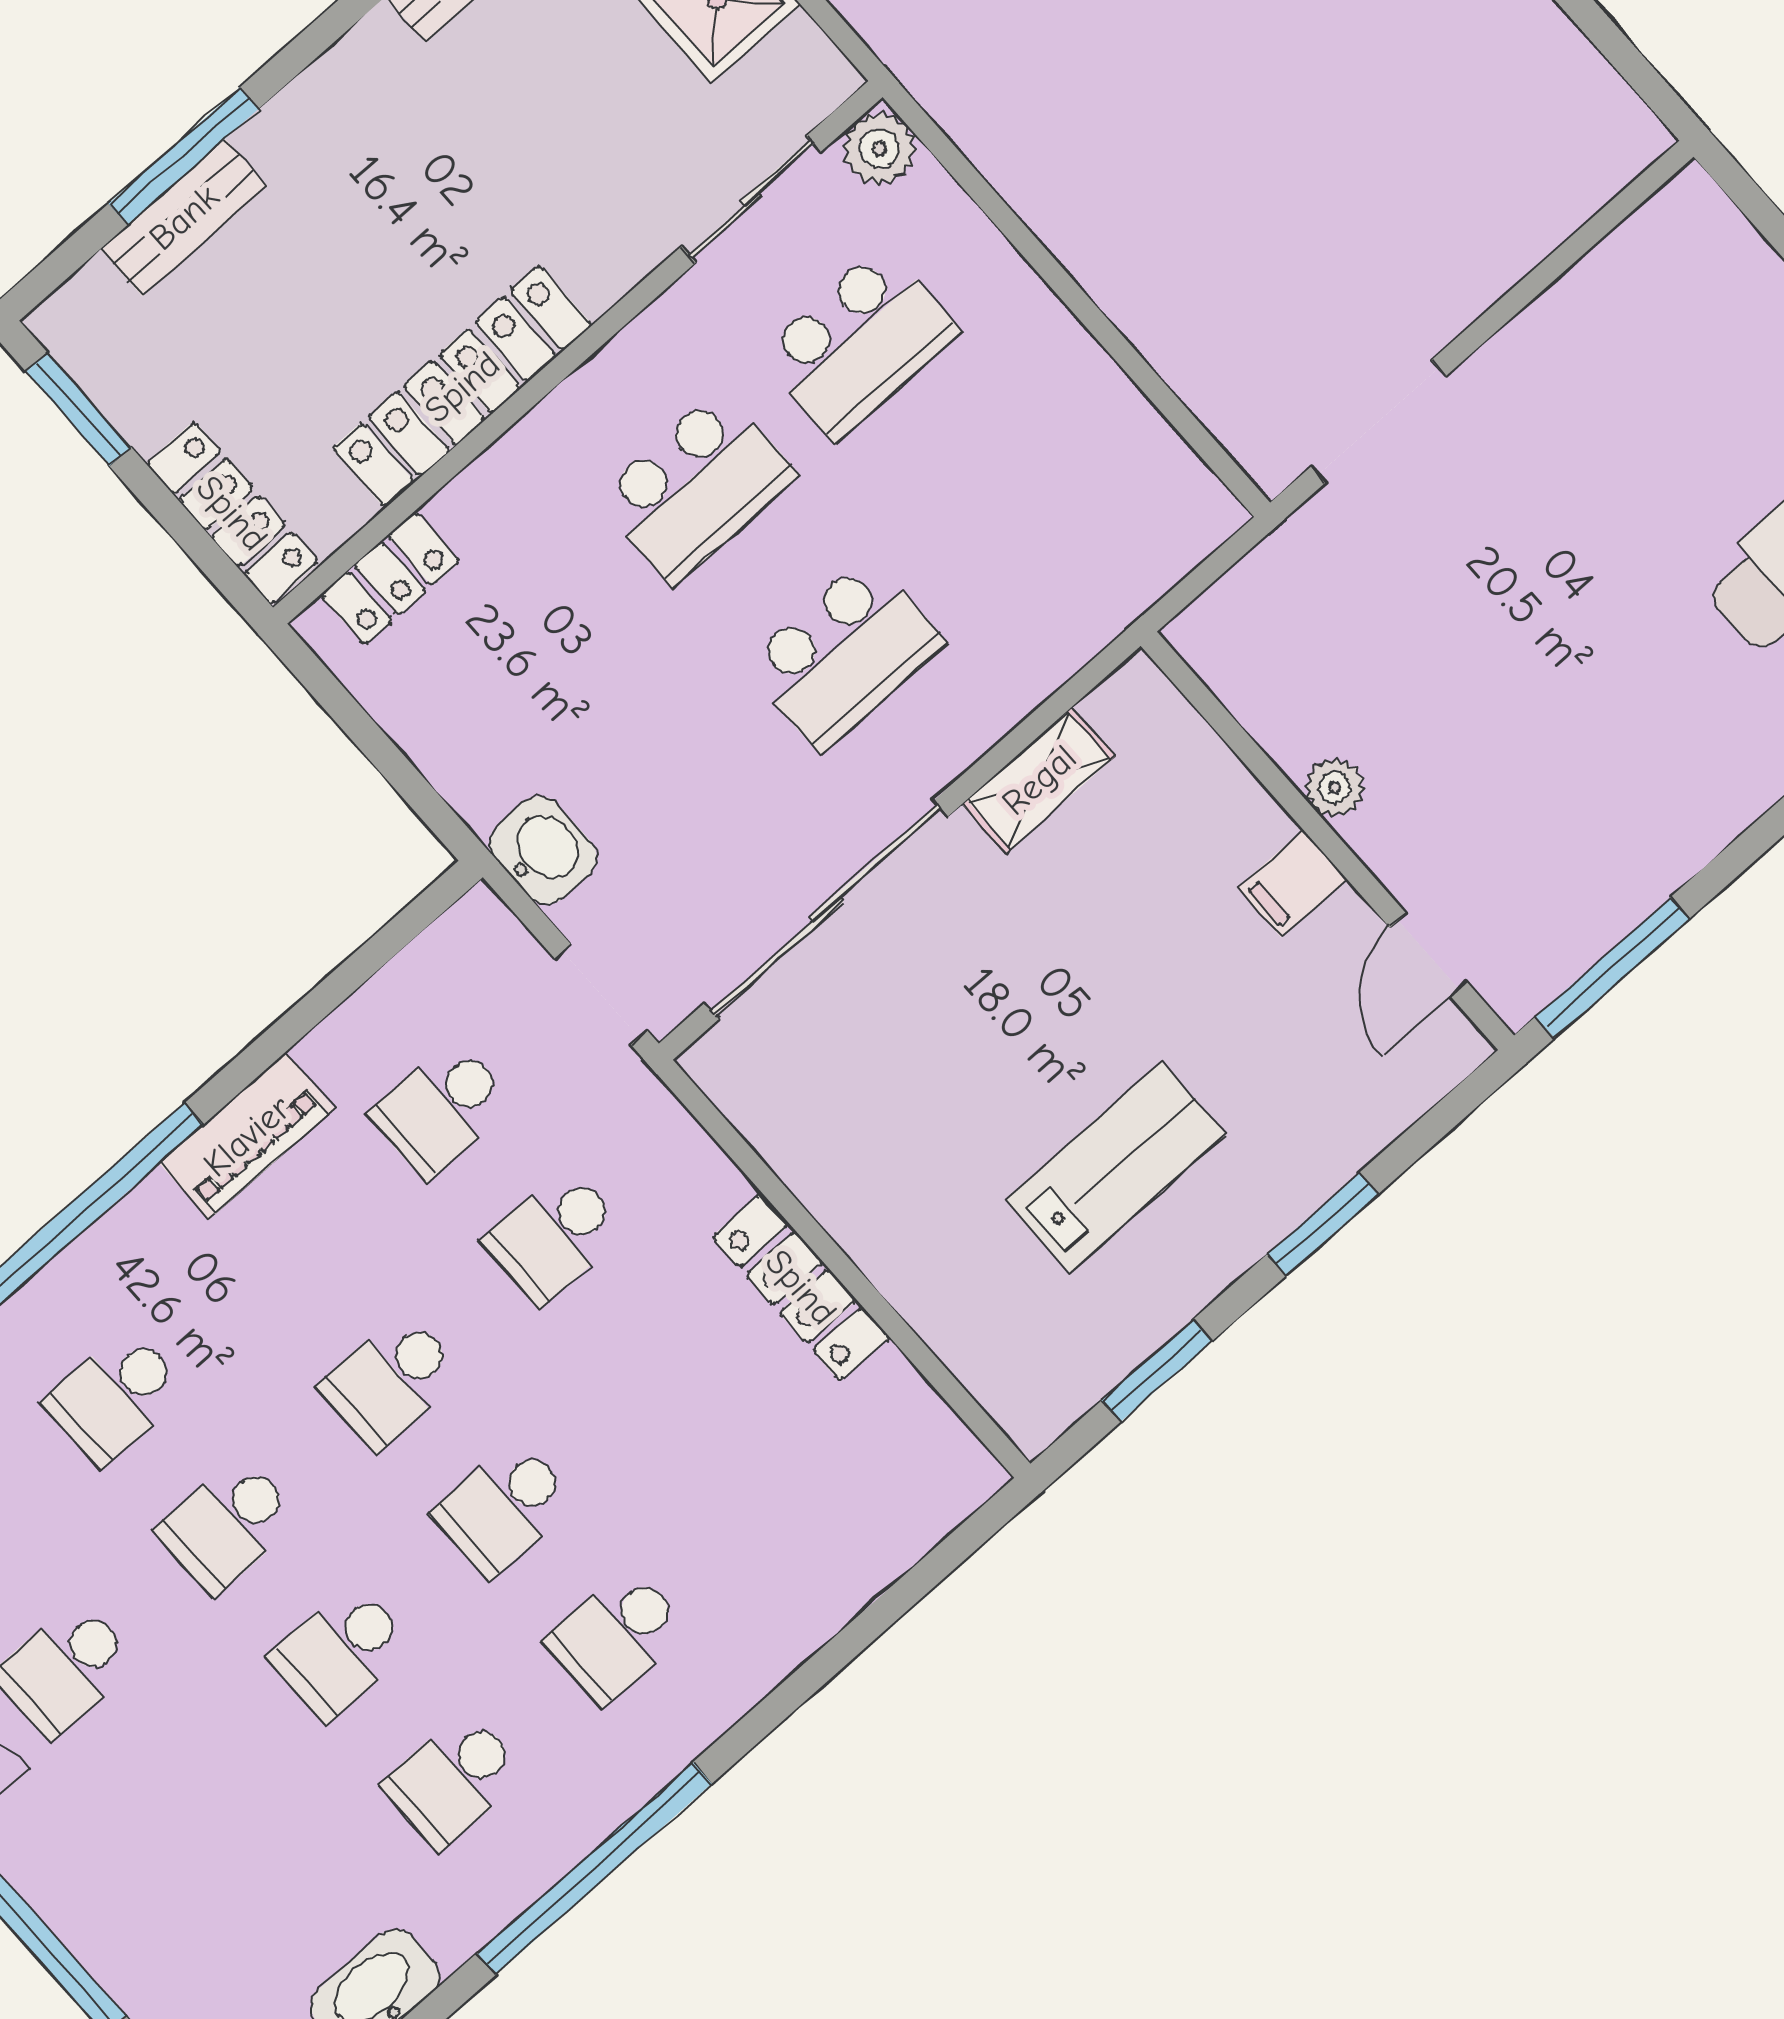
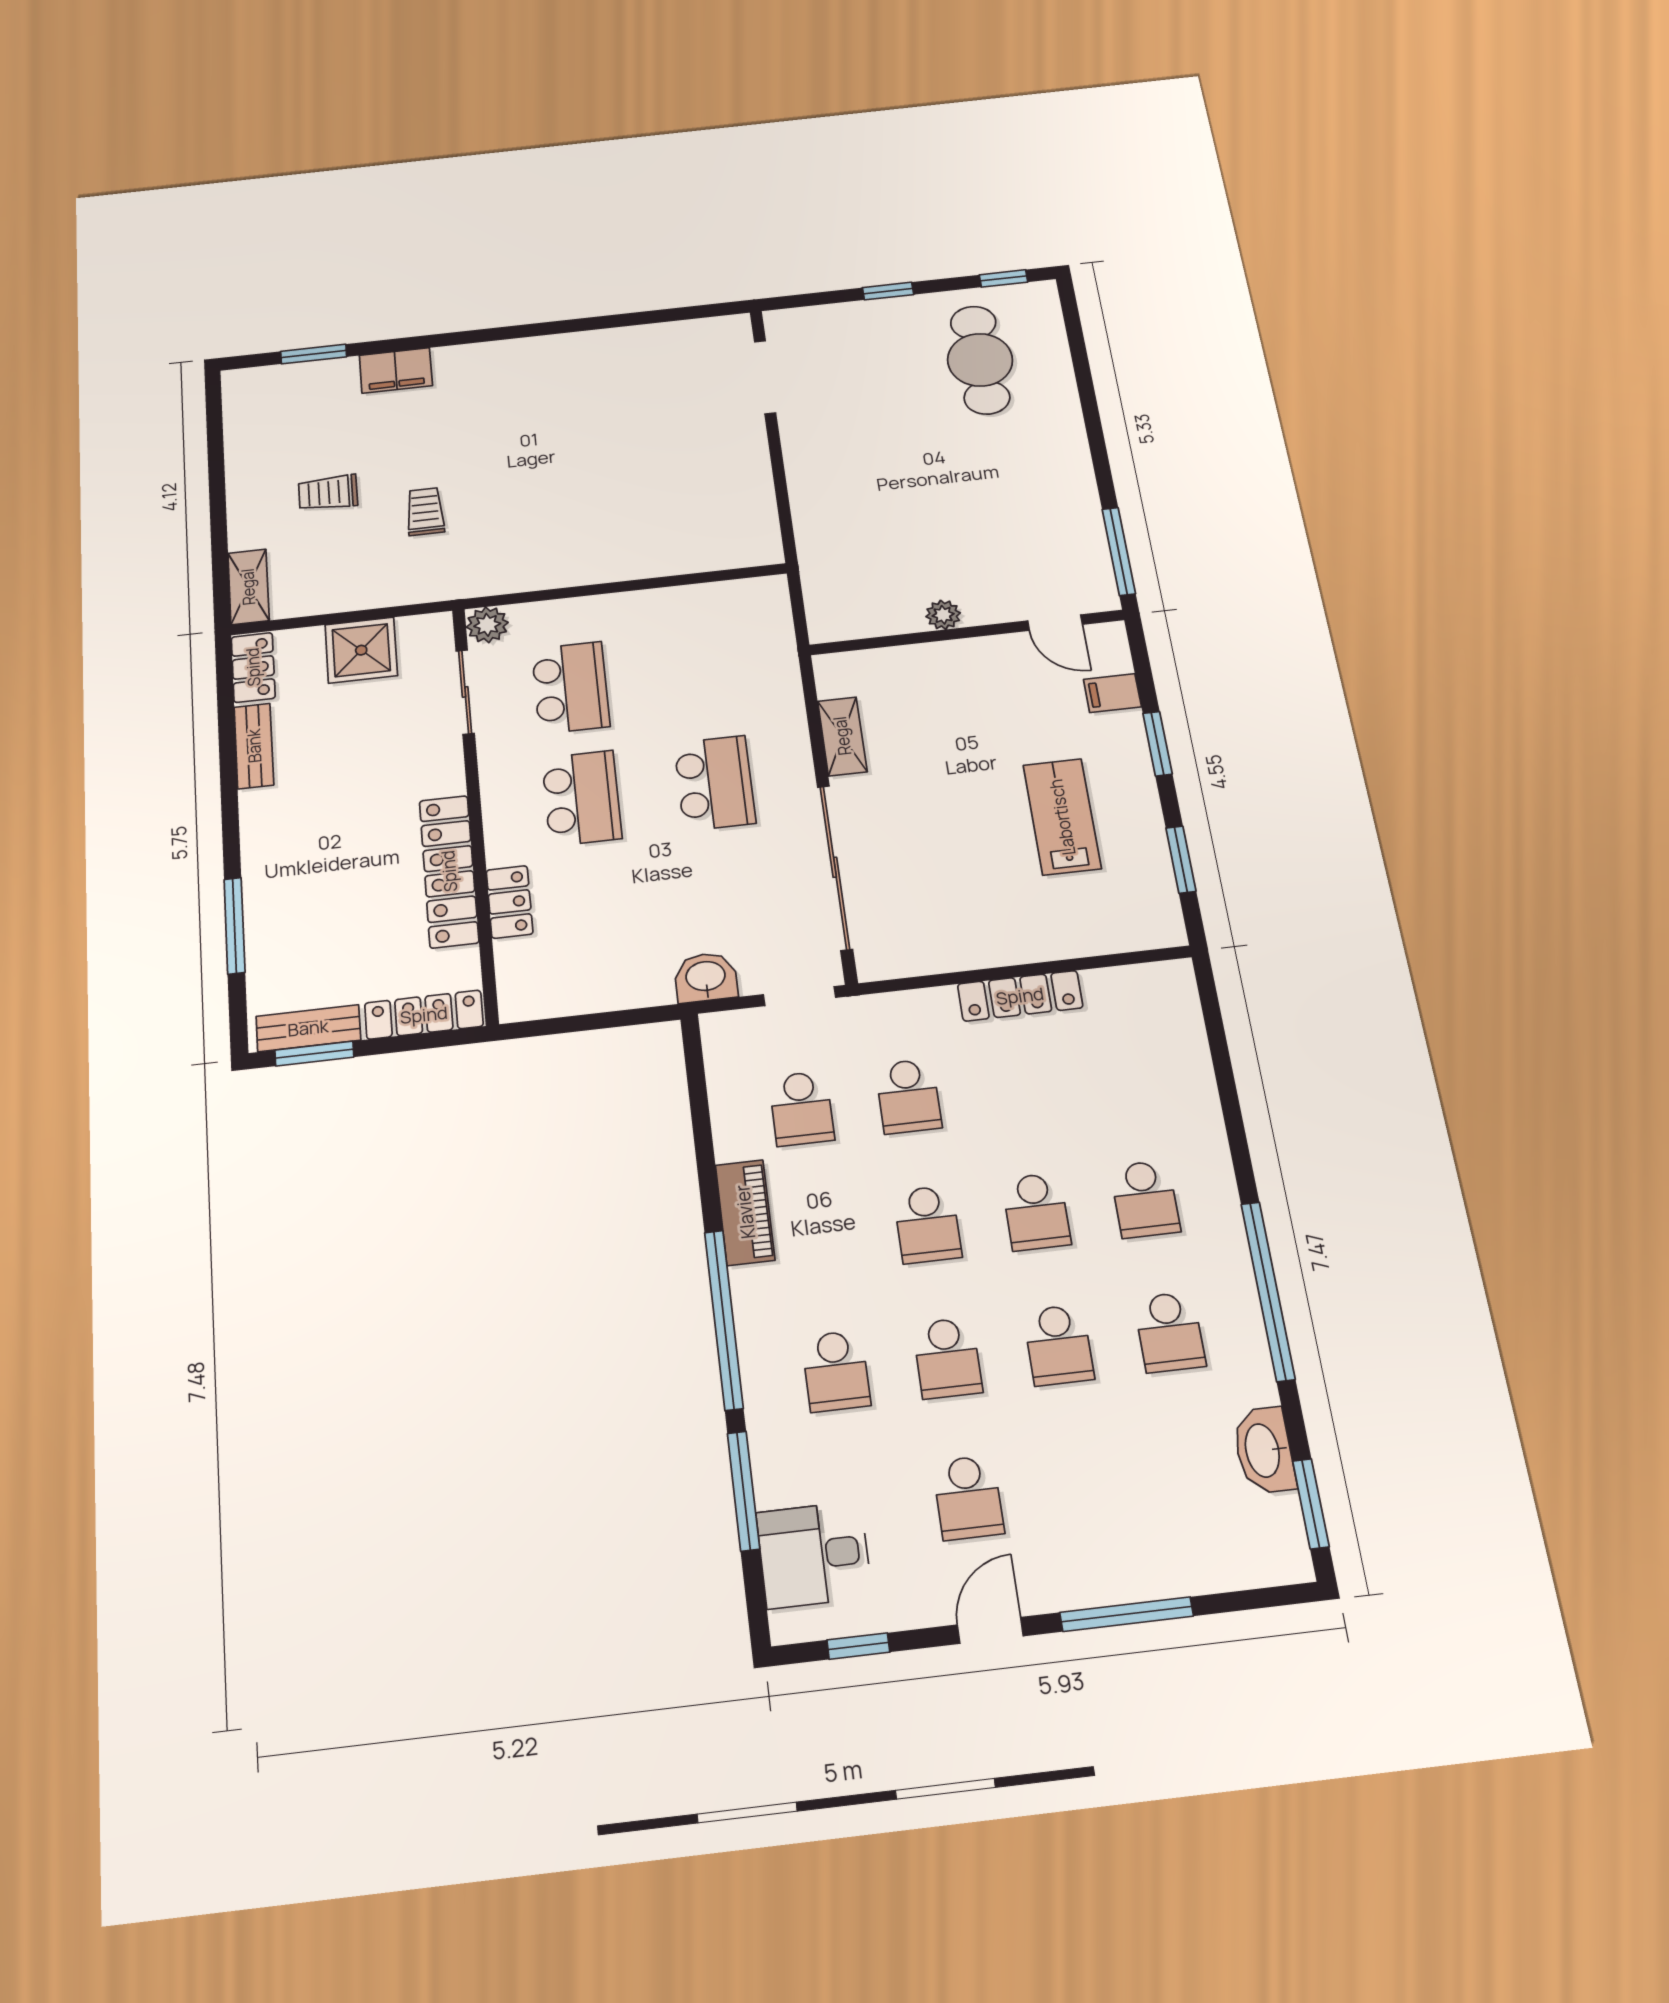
bench: (184, 217) -> (308, 1028), moved, turned 90
doorway: (1378, 421) -> (765, 377), moved
locker: (390, 578) -> (510, 902), moved
filing cabinet: (1292, 883) -> (1112, 693), moved, turned 90

